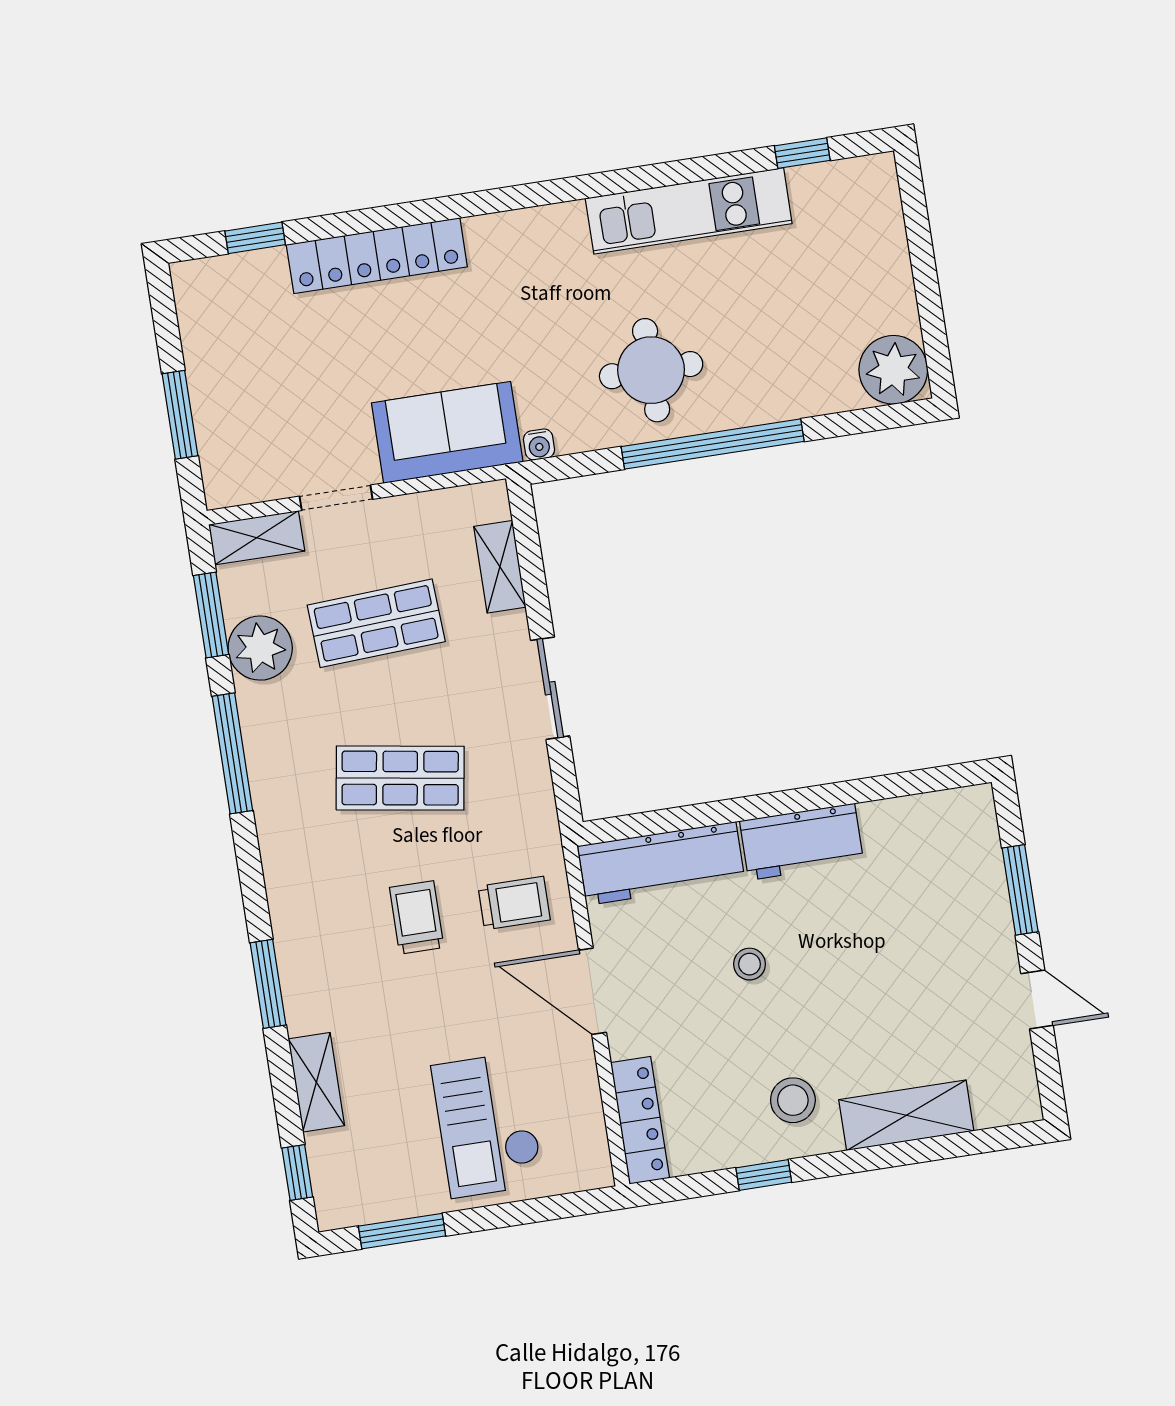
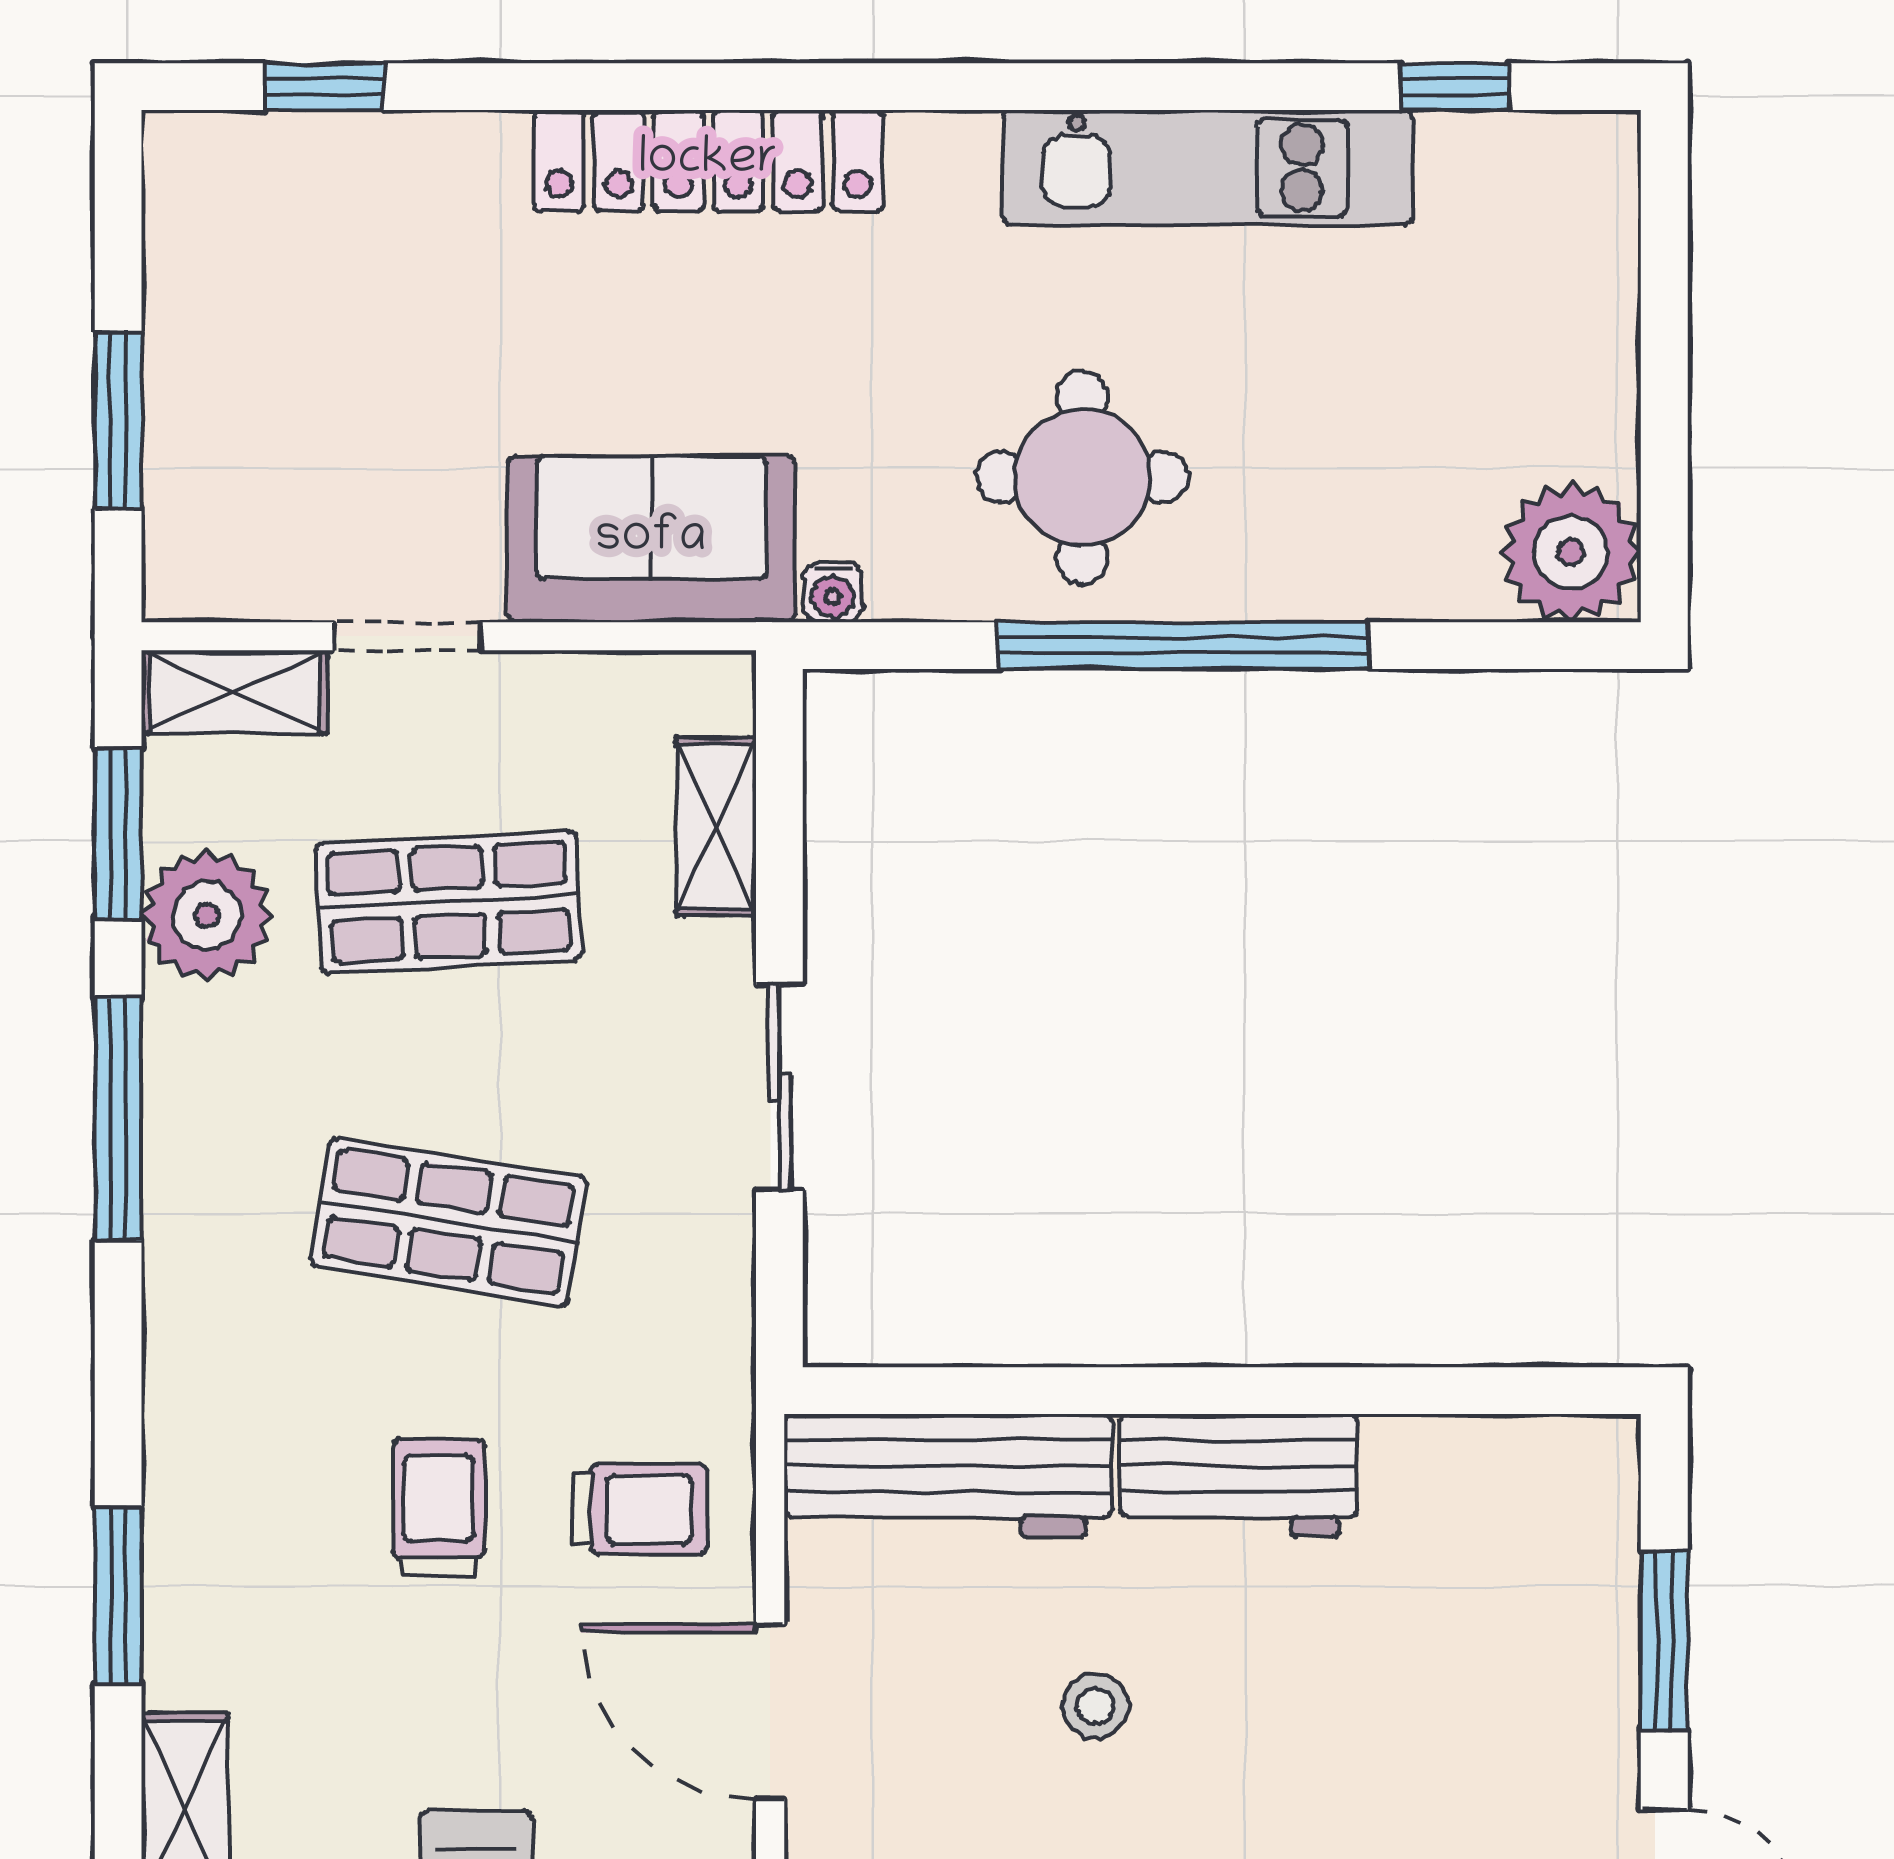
locker: (377, 256) -> (708, 161), moved

